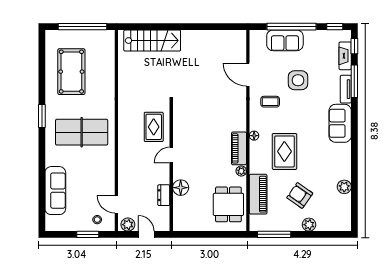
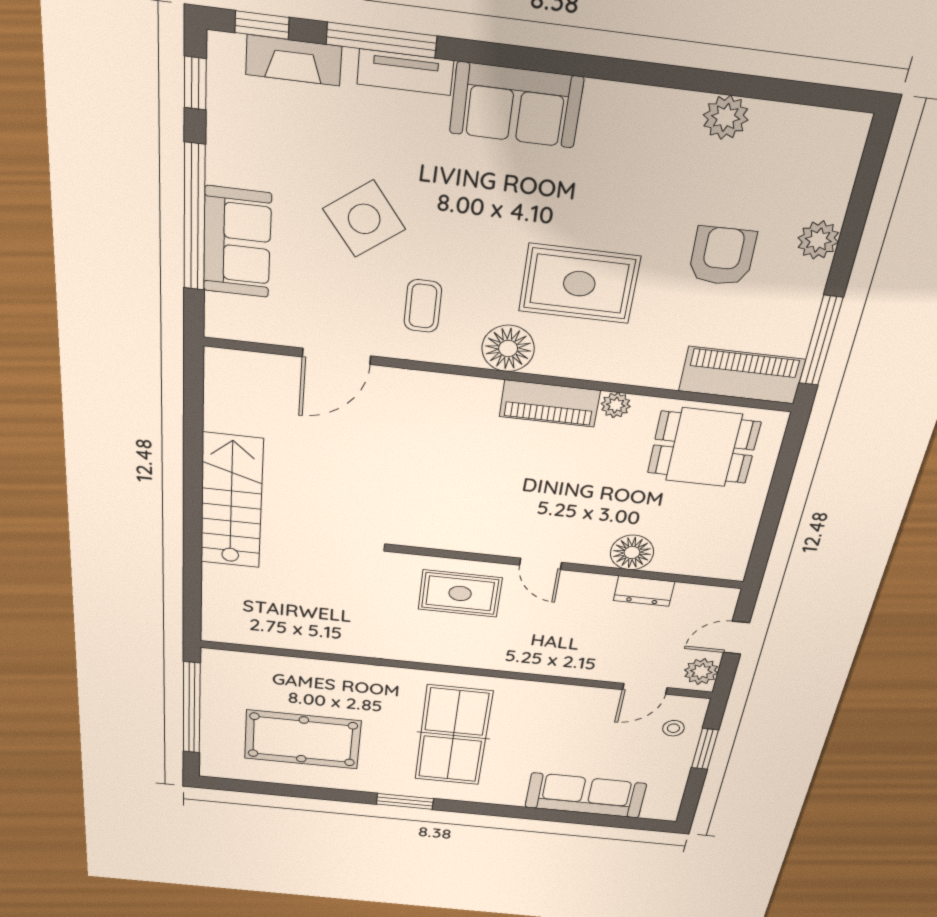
stairs: (152, 41) -> (231, 502), moved
side table: (298, 80) -> (364, 219), turned -37
floor lamp: (254, 136) -> (508, 348), width x1.89, depth x1.89
piano: (258, 194) -> (742, 375), moved
armchair: (300, 195) -> (722, 256), turned 144

